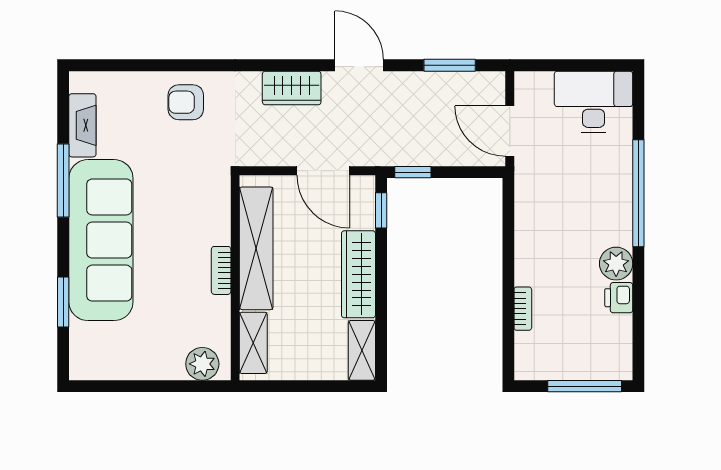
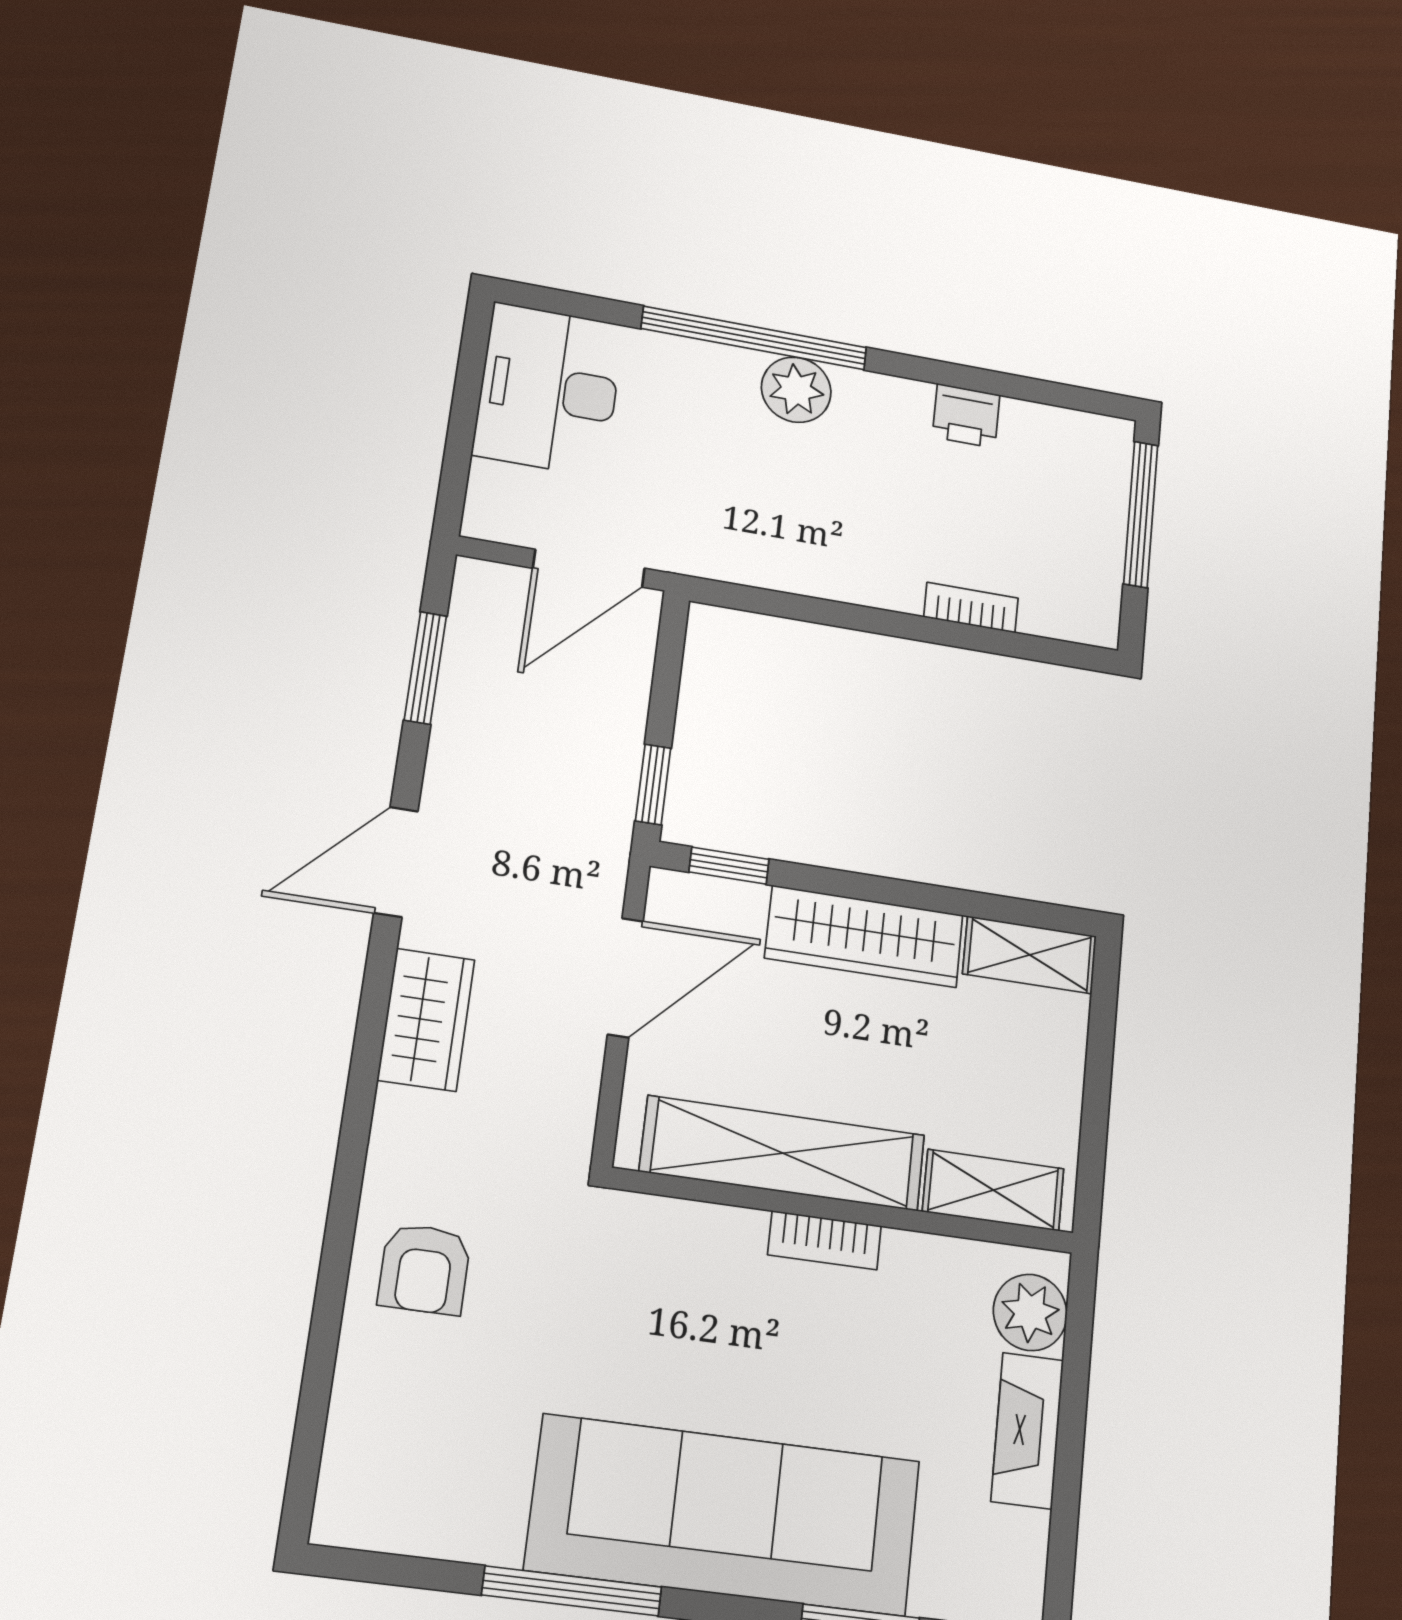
fireplace: (82, 125) -> (1027, 1430), moved, turned -90
plant: (616, 264) -> (796, 390), moved

